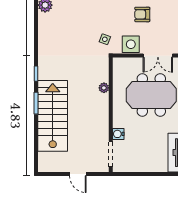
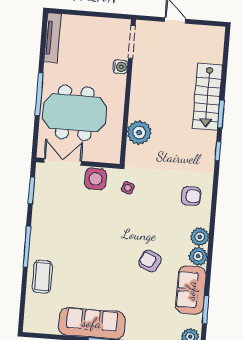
armchair: (142, 14) -> (191, 196), moved
plant: (104, 88) -> (139, 133), width x1.87, depth x1.87
stairs: (53, 116) -> (207, 97), width x0.73, depth x0.66

